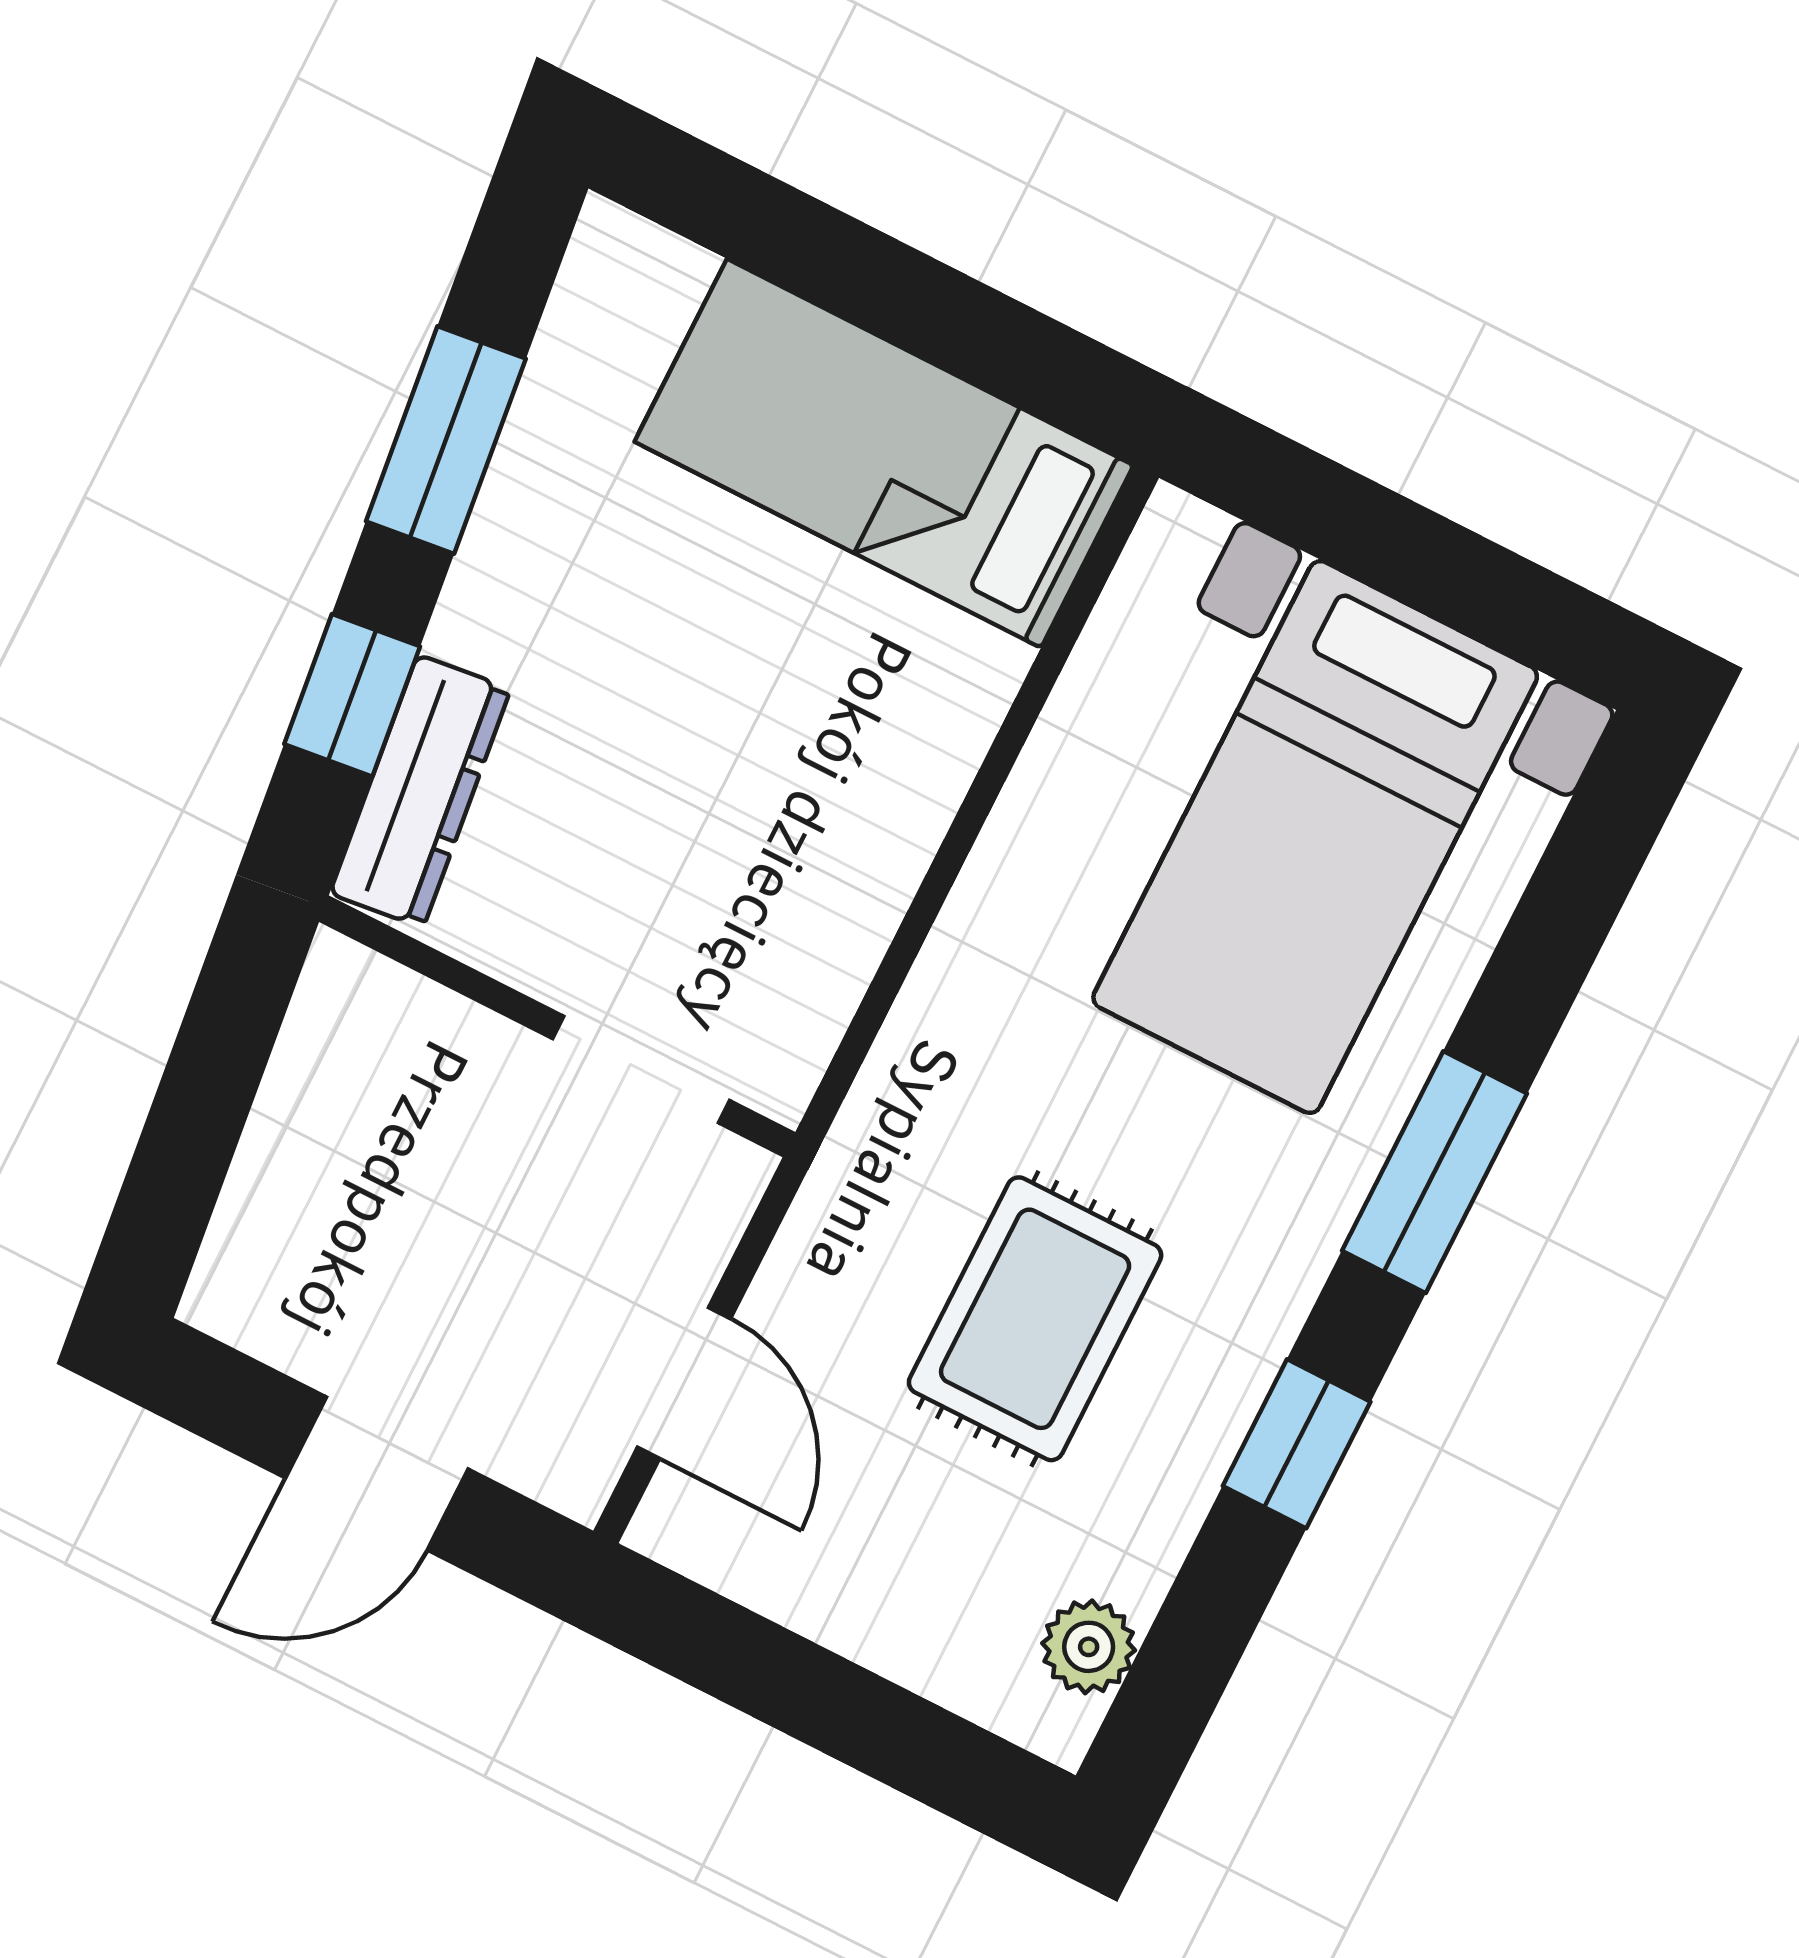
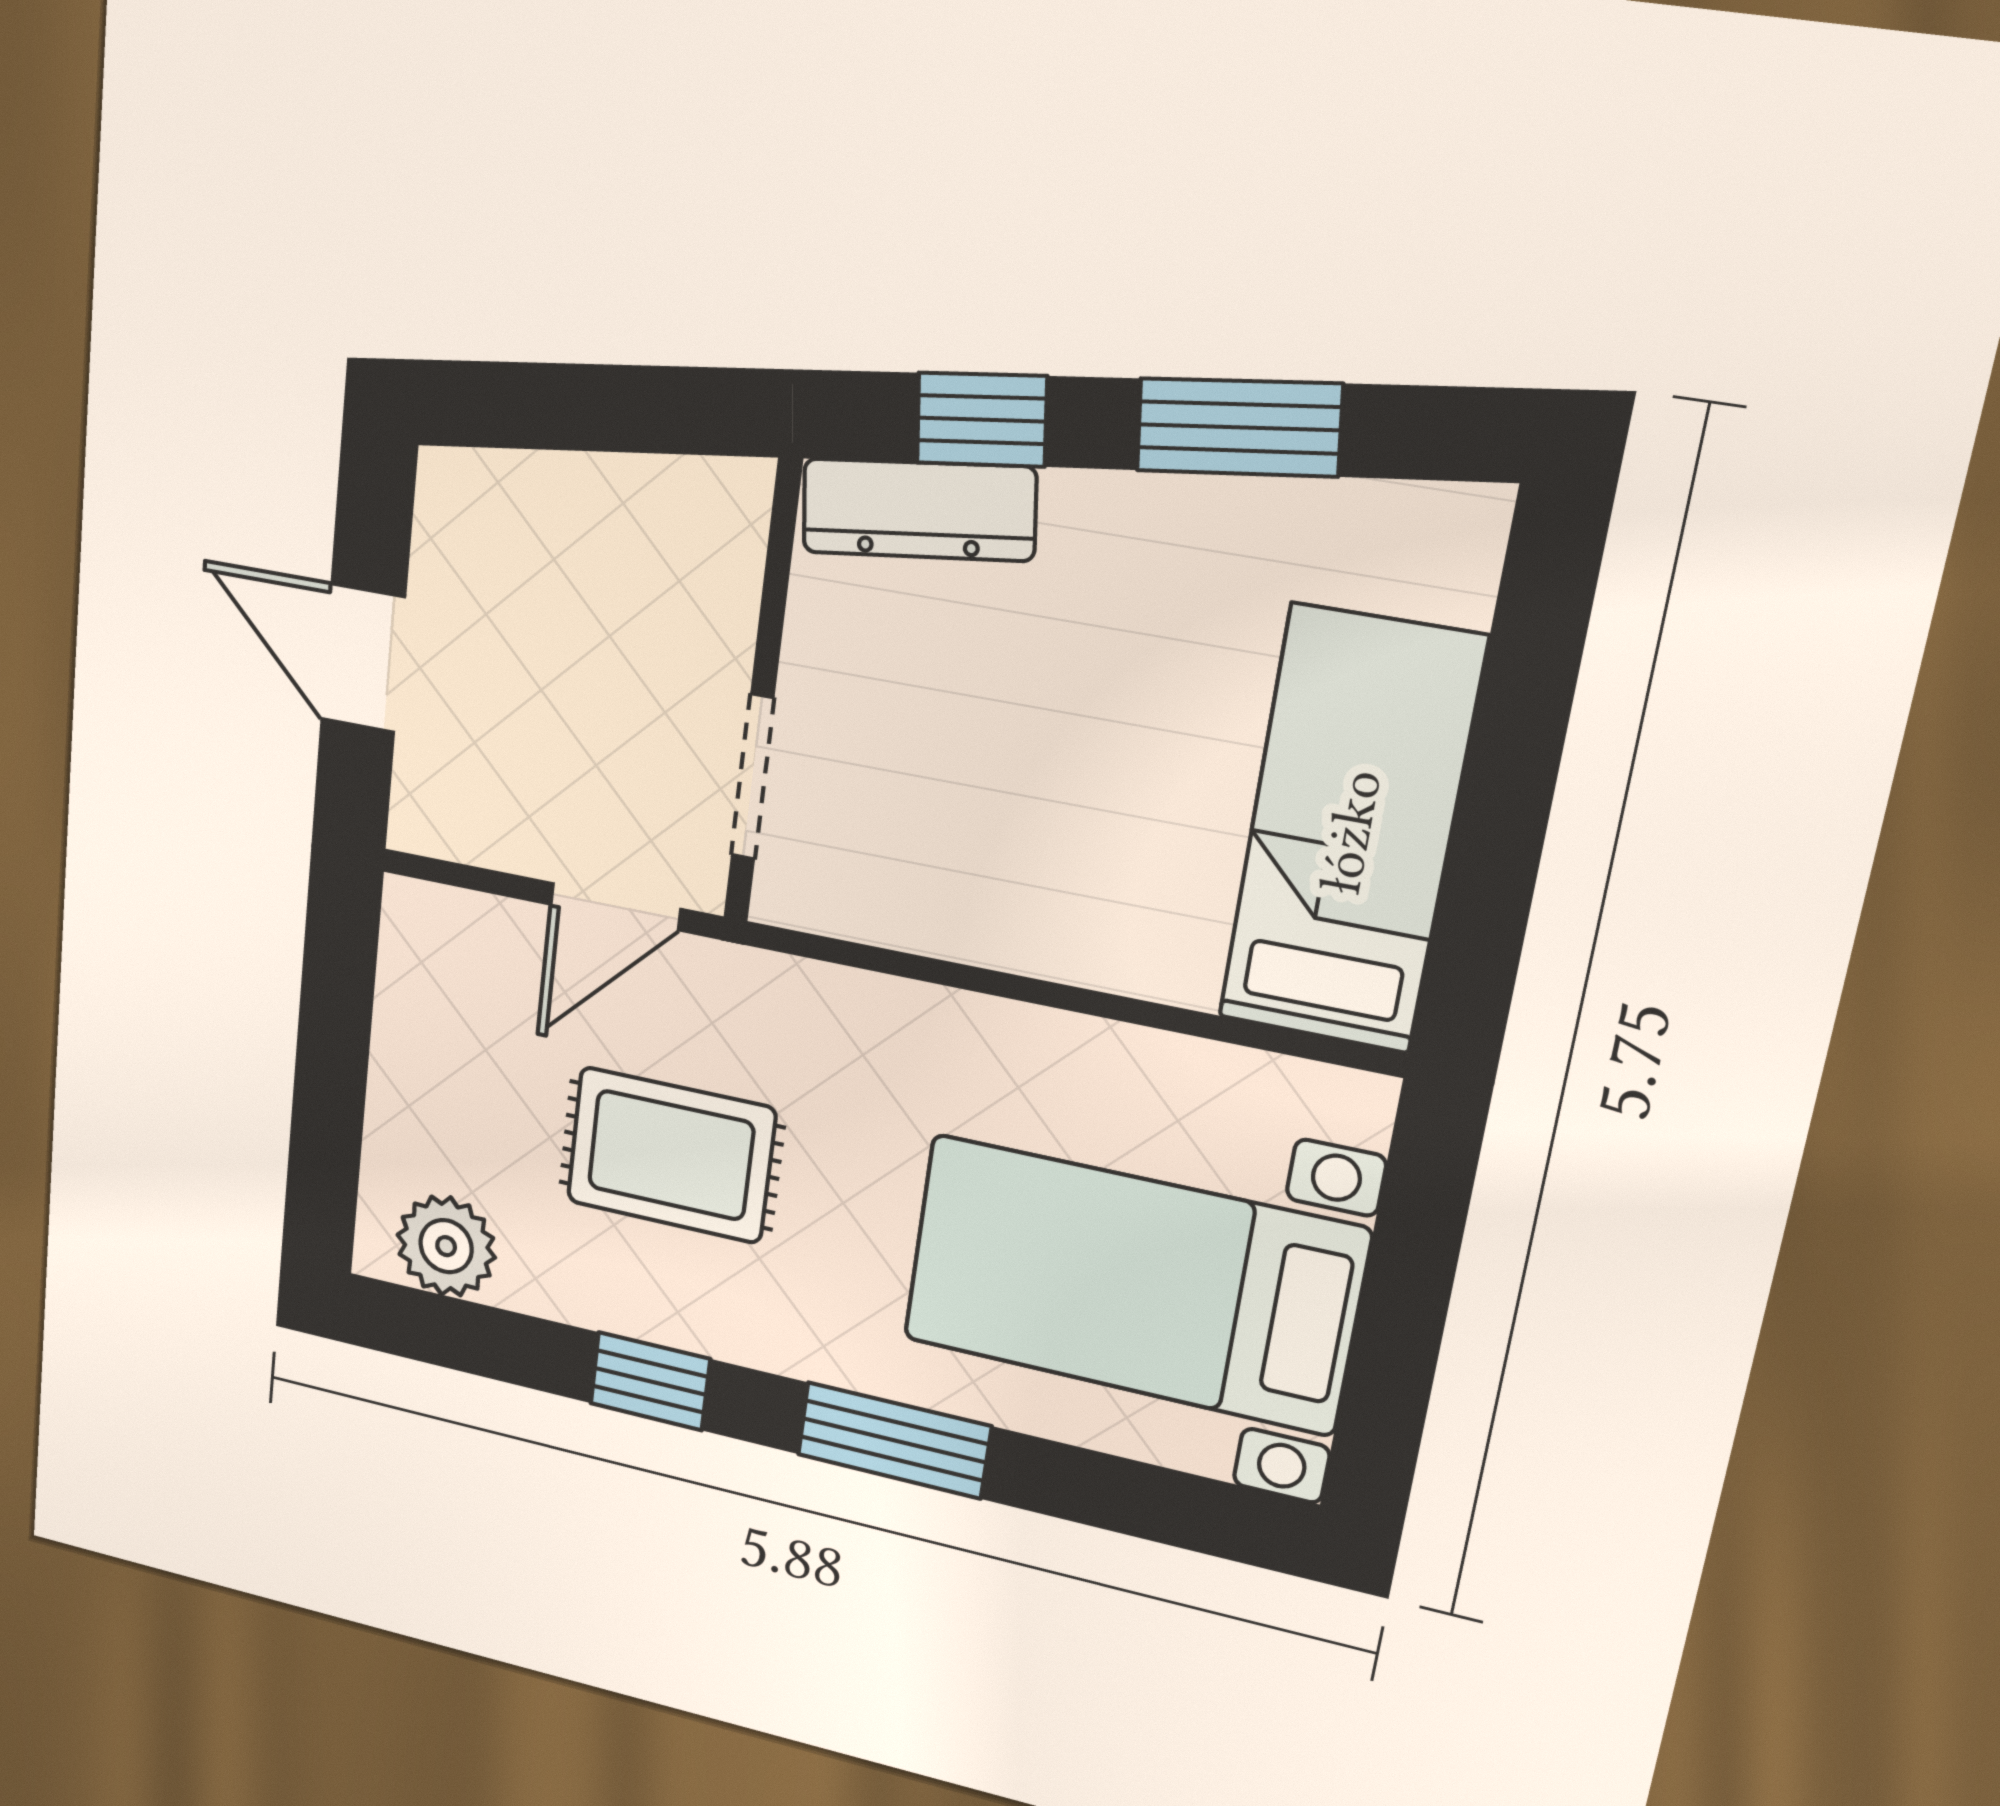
door: (684, 1383) -> (615, 907), moved
plant: (1089, 1647) -> (446, 1246), width x1.38, depth x1.38

